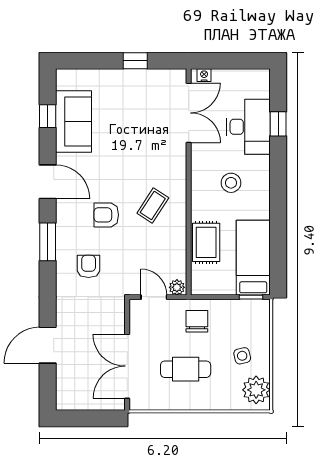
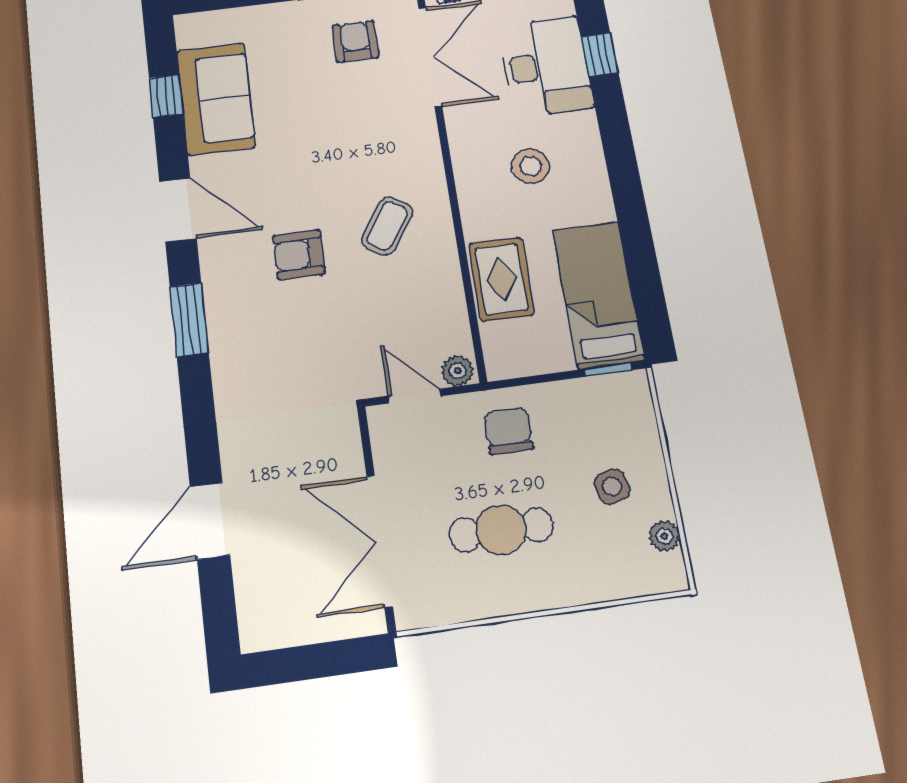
armchair: (89, 266) -> (355, 41), moved
plant: (256, 390) -> (664, 536), width x0.53, depth x0.53

